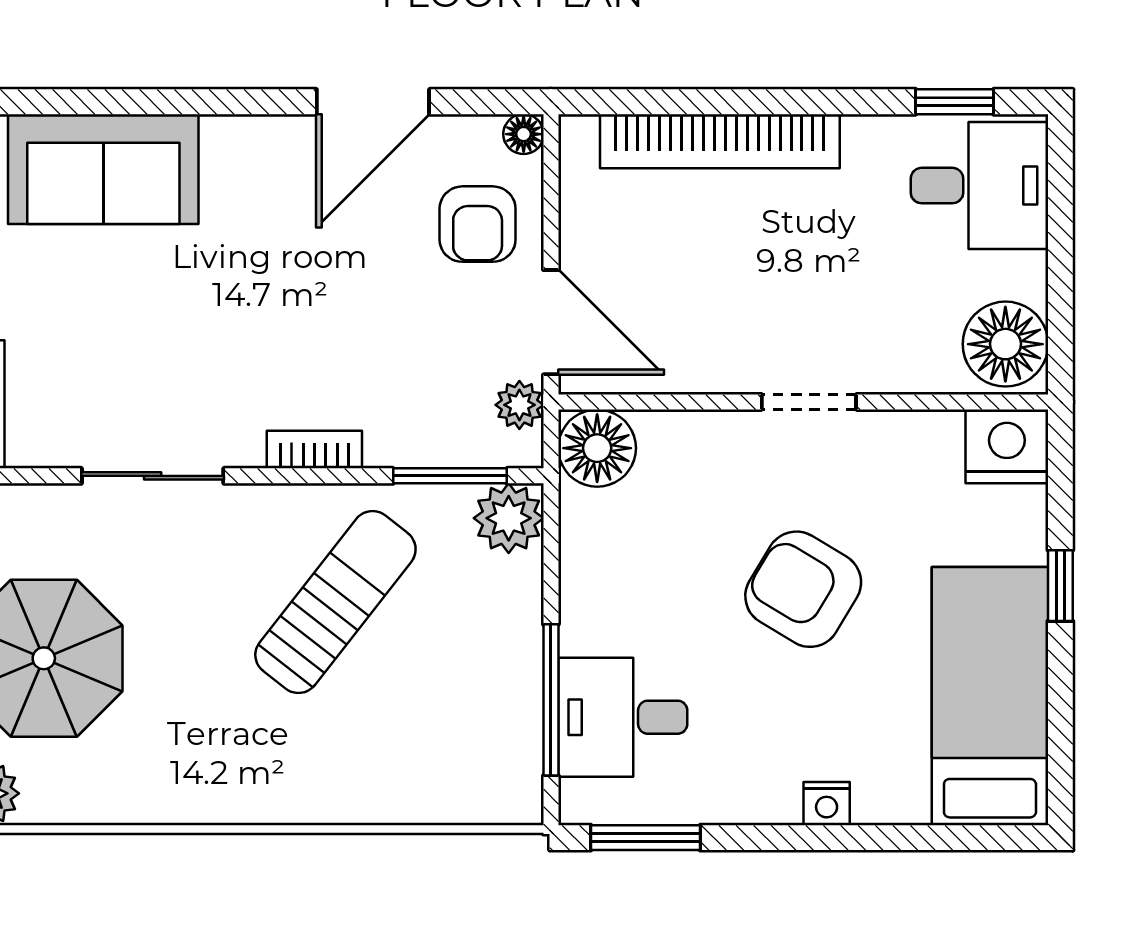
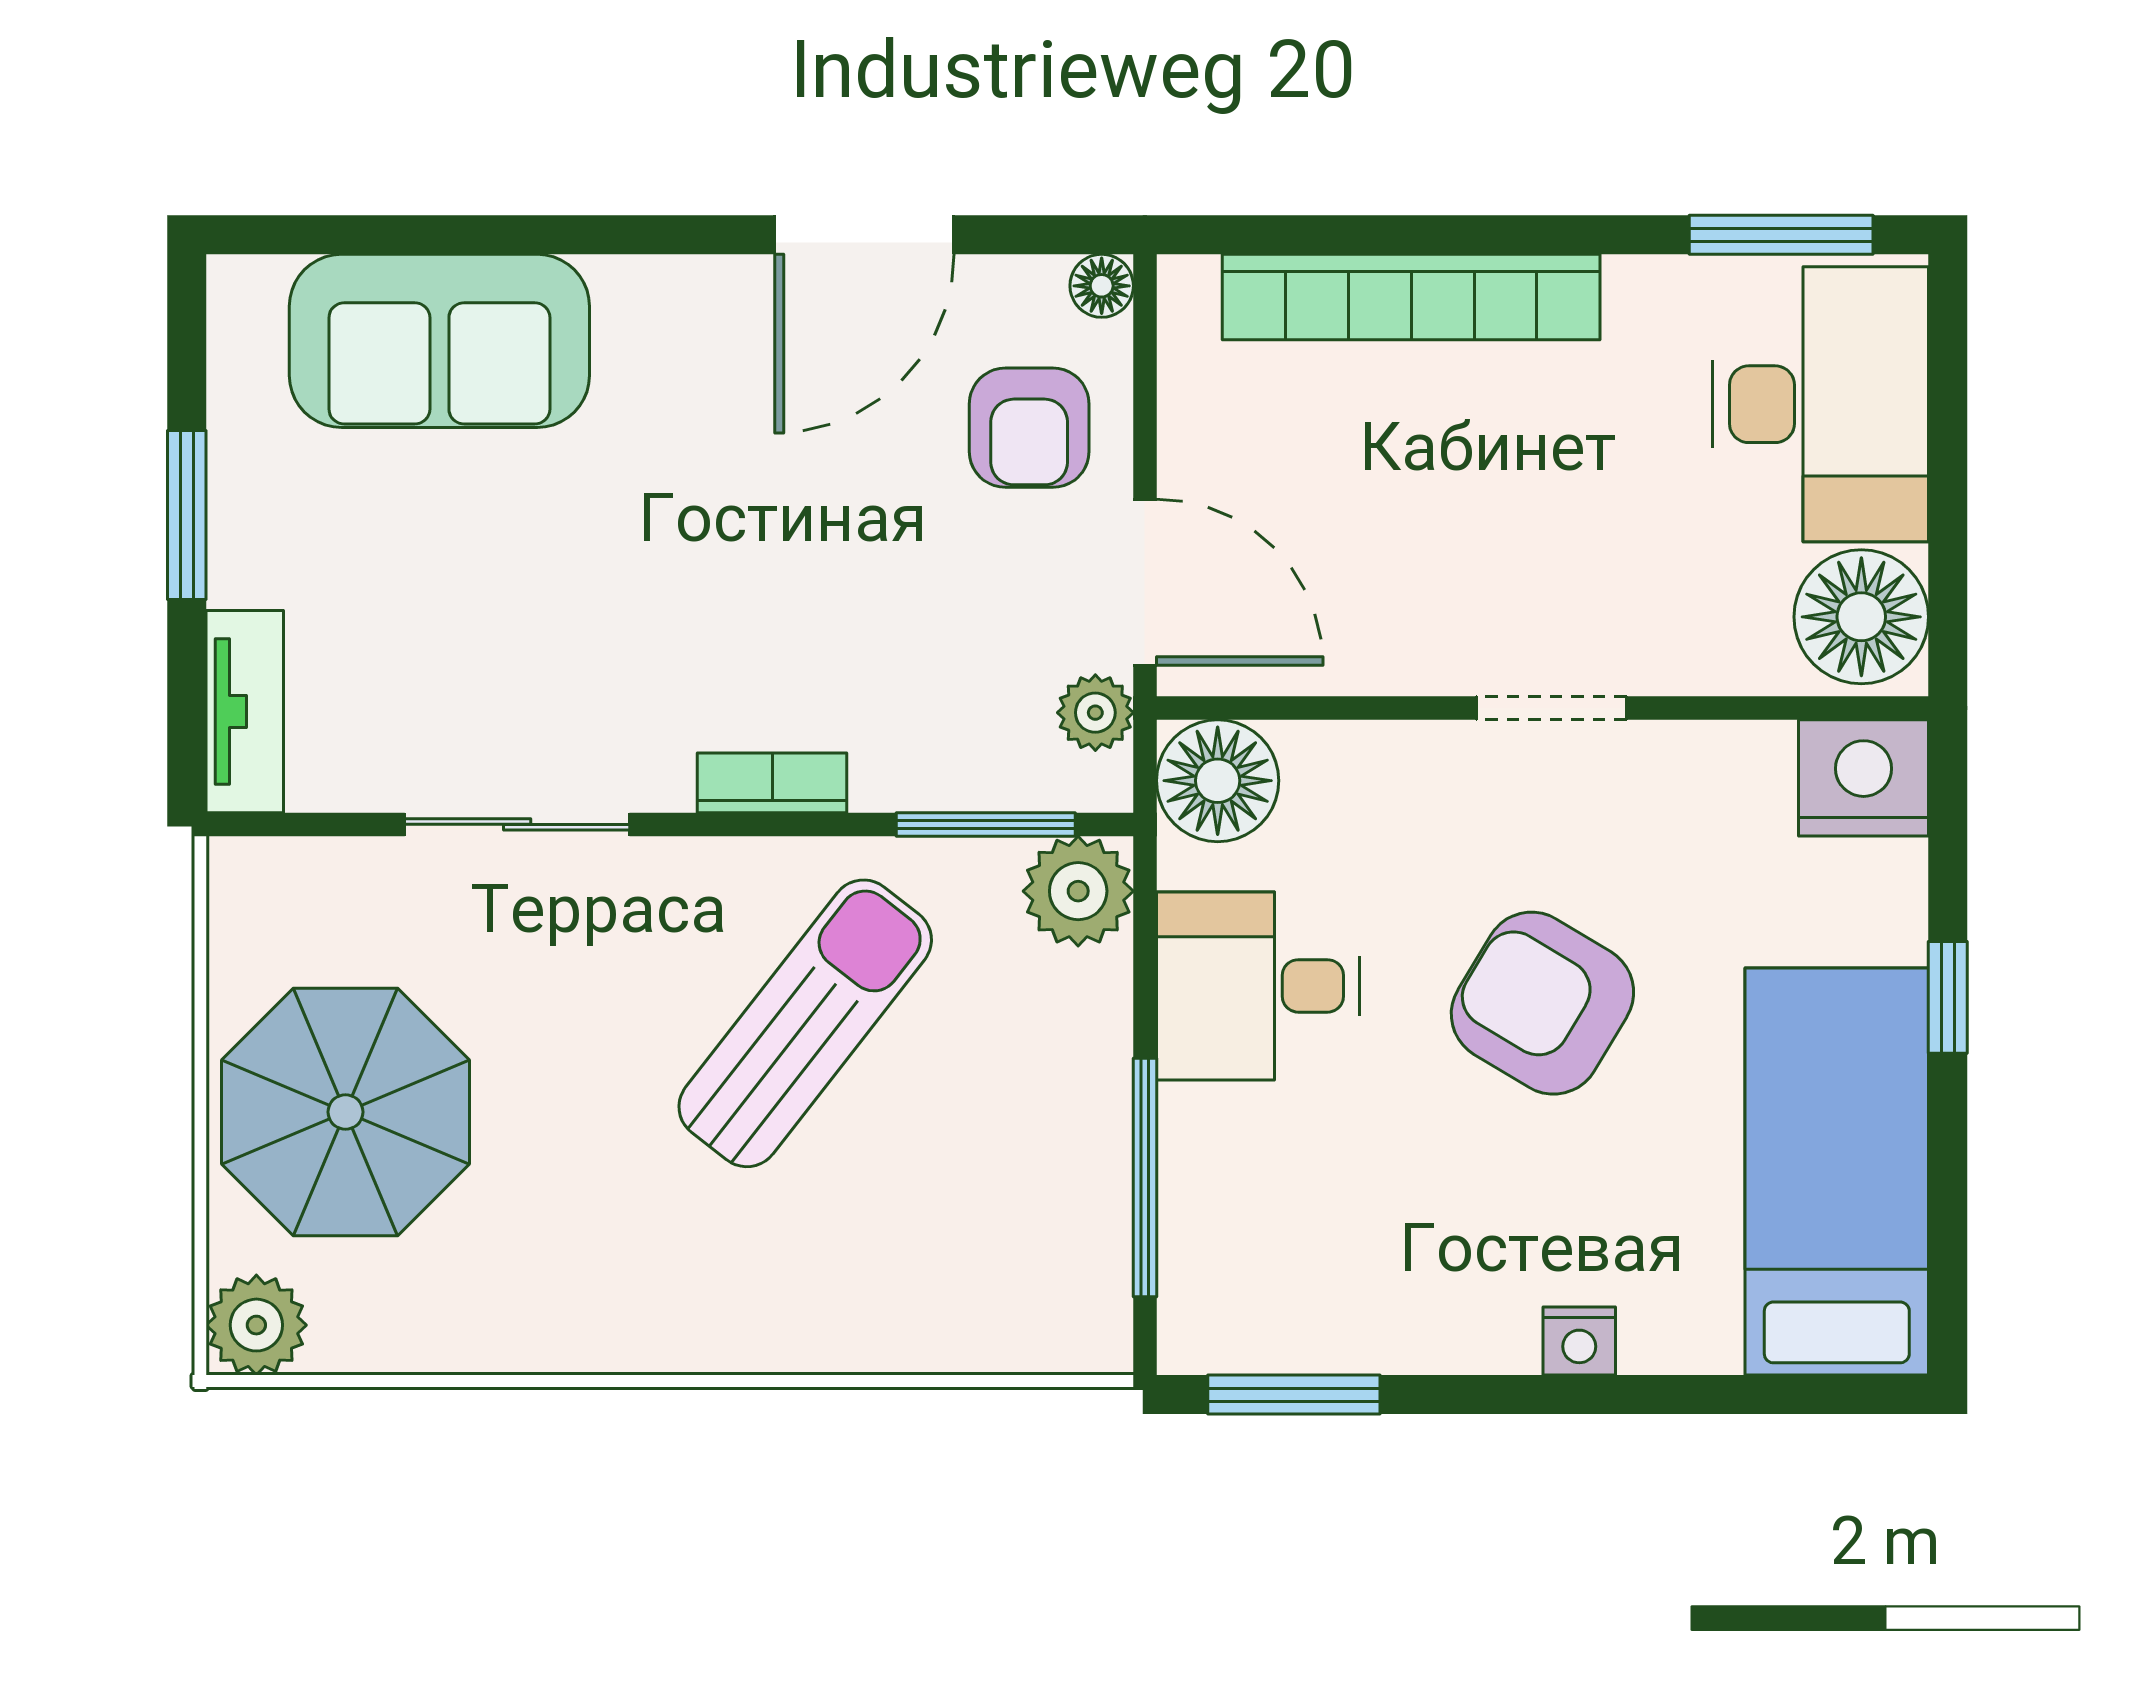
window: (955, 102) -> (1781, 235), width x1.50
desk: (980, 186) -> (1820, 404), width x1.37
desk: (623, 717) -> (1258, 986), moved

